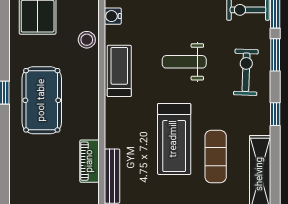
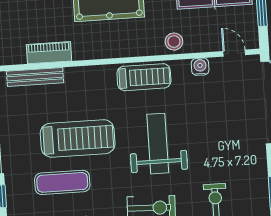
weight bench: (184, 62) -> (158, 144), width x1.36, depth x1.33
treadmill: (174, 139) -> (78, 138), turned 180

